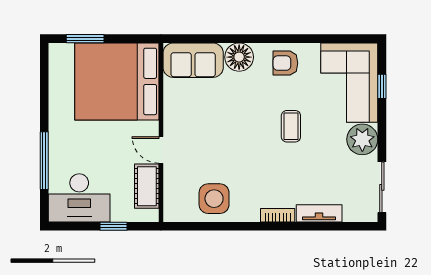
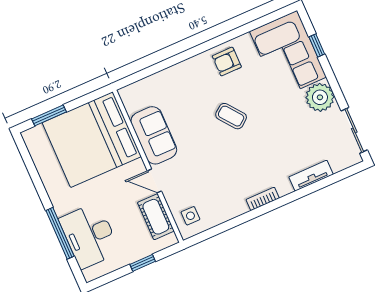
floor lamp: (239, 57) -> (186, 74), removed
sofa: (193, 60) -> (154, 135), moved, turned -90
coffee table: (291, 126) -> (231, 116), moved, turned -38
desk: (79, 198) -> (89, 236), moved, turned 90
side table: (214, 199) -> (190, 216), moved, width x0.54, depth x0.54
bookcase: (278, 215) -> (263, 199), moved

